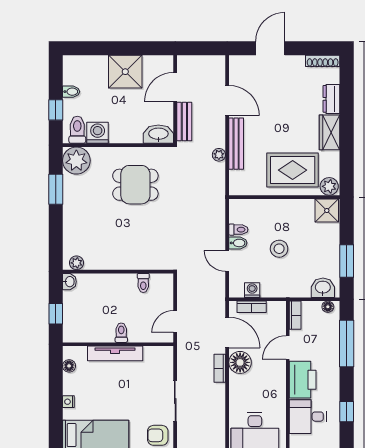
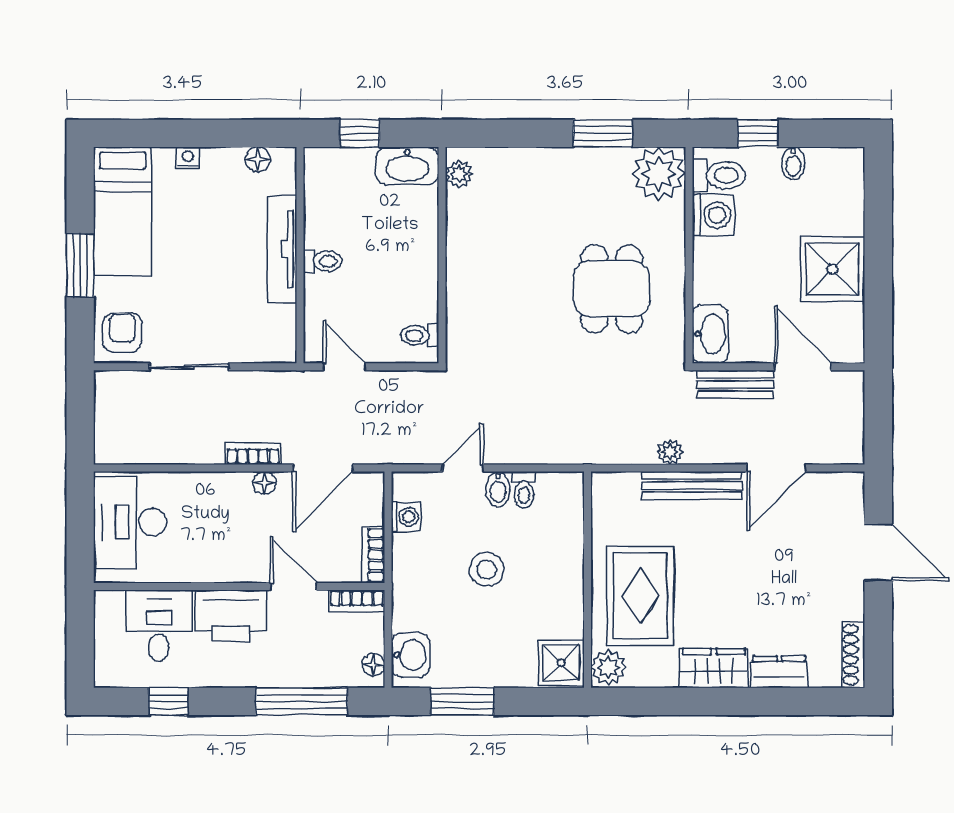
washbasin: (69, 282) -> (407, 166), width x1.91, depth x1.45
toilet: (143, 283) -> (420, 335), moved
bookcase: (252, 307) -> (373, 555), moved
floor lamp: (240, 362) -> (264, 483), width x0.53, depth x0.53

